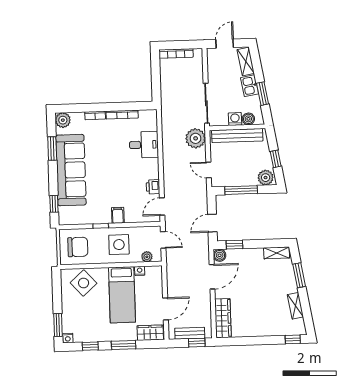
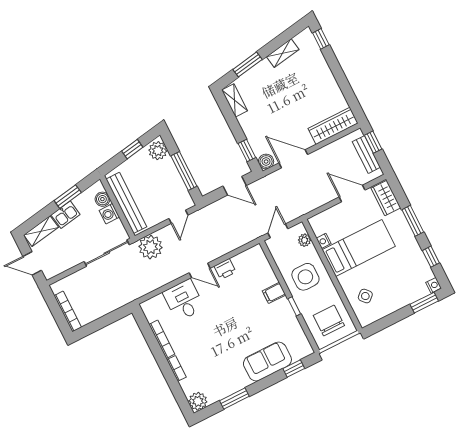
sofa: (71, 170) -> (267, 362), width x0.54, depth x0.79
door: (162, 207) -> (200, 270), moved
side table: (84, 283) -> (365, 296), width x0.54, depth x0.54

